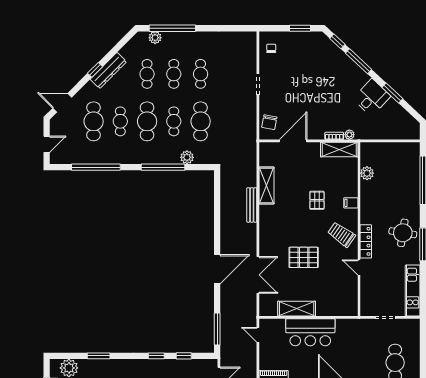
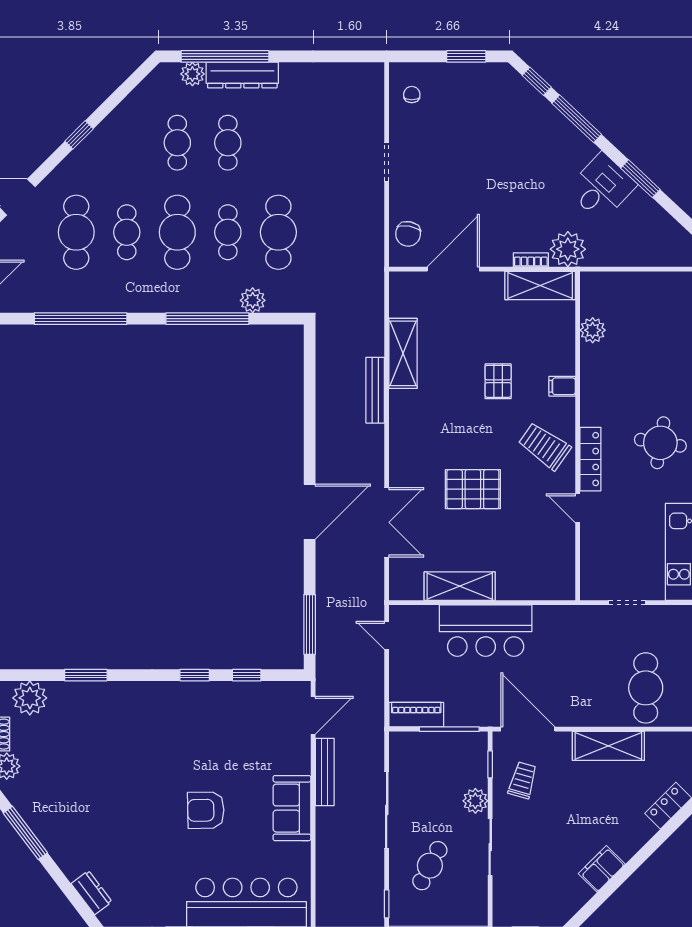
dresser: (108, 71) -> (242, 75), moved, turned 45
cafe table: (201, 74) -> (278, 143), removed
plant: (349, 135) -> (568, 249), width x1.88, depth x1.88

